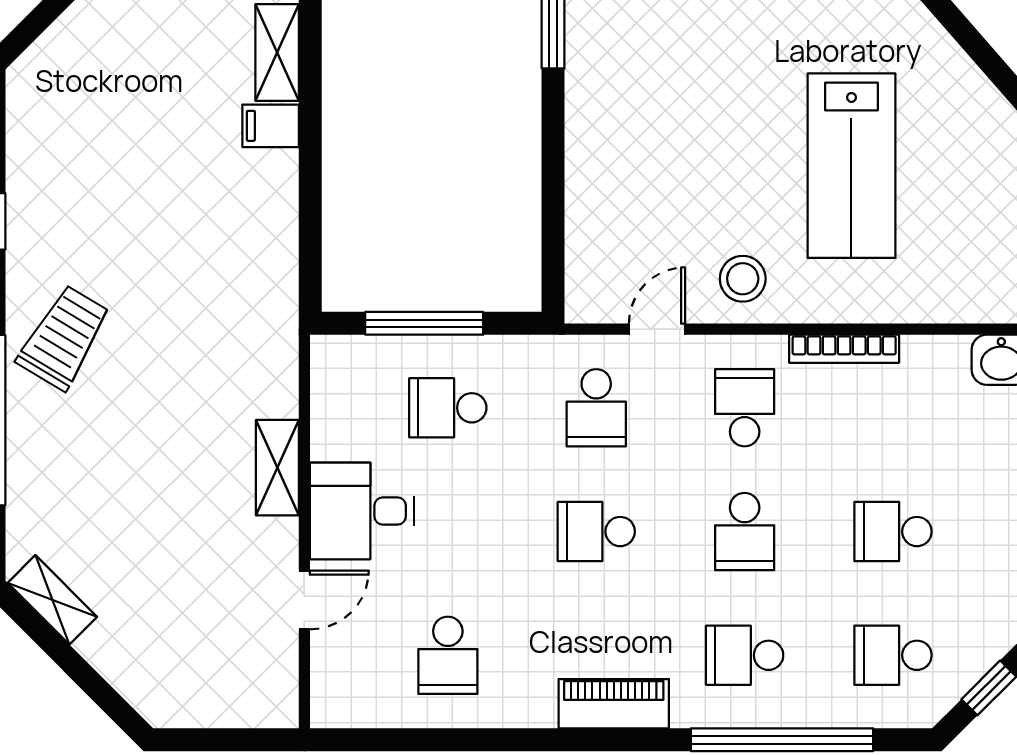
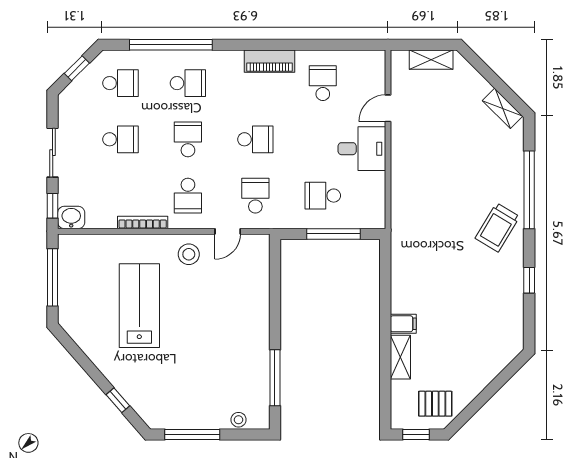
school desk: (448, 408) -> (323, 196), turned 180
shelving: (277, 468) -> (431, 60), moved, turned 90
piano: (614, 704) -> (270, 61), moved

